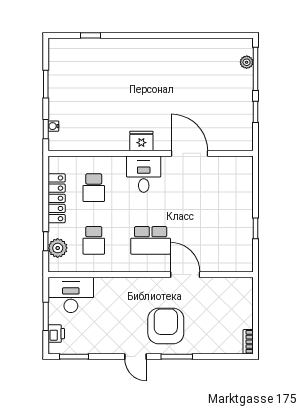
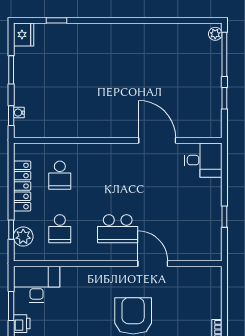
plant: (247, 62) -> (215, 34), moved
fridge: (141, 141) -> (24, 35), moved, turned 90
desk: (144, 174) -> (203, 160), moved, turned 90

